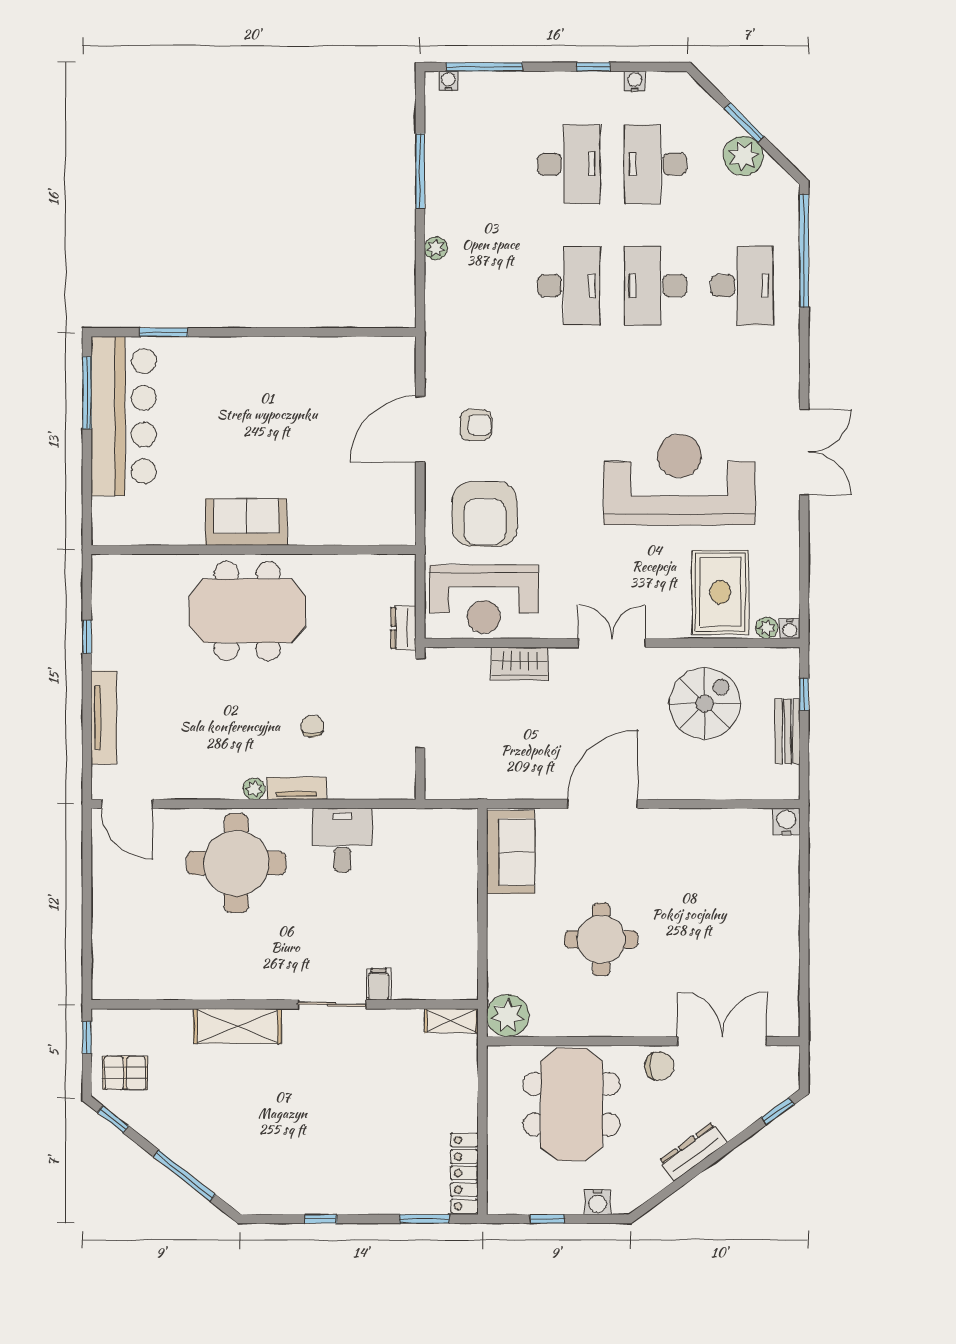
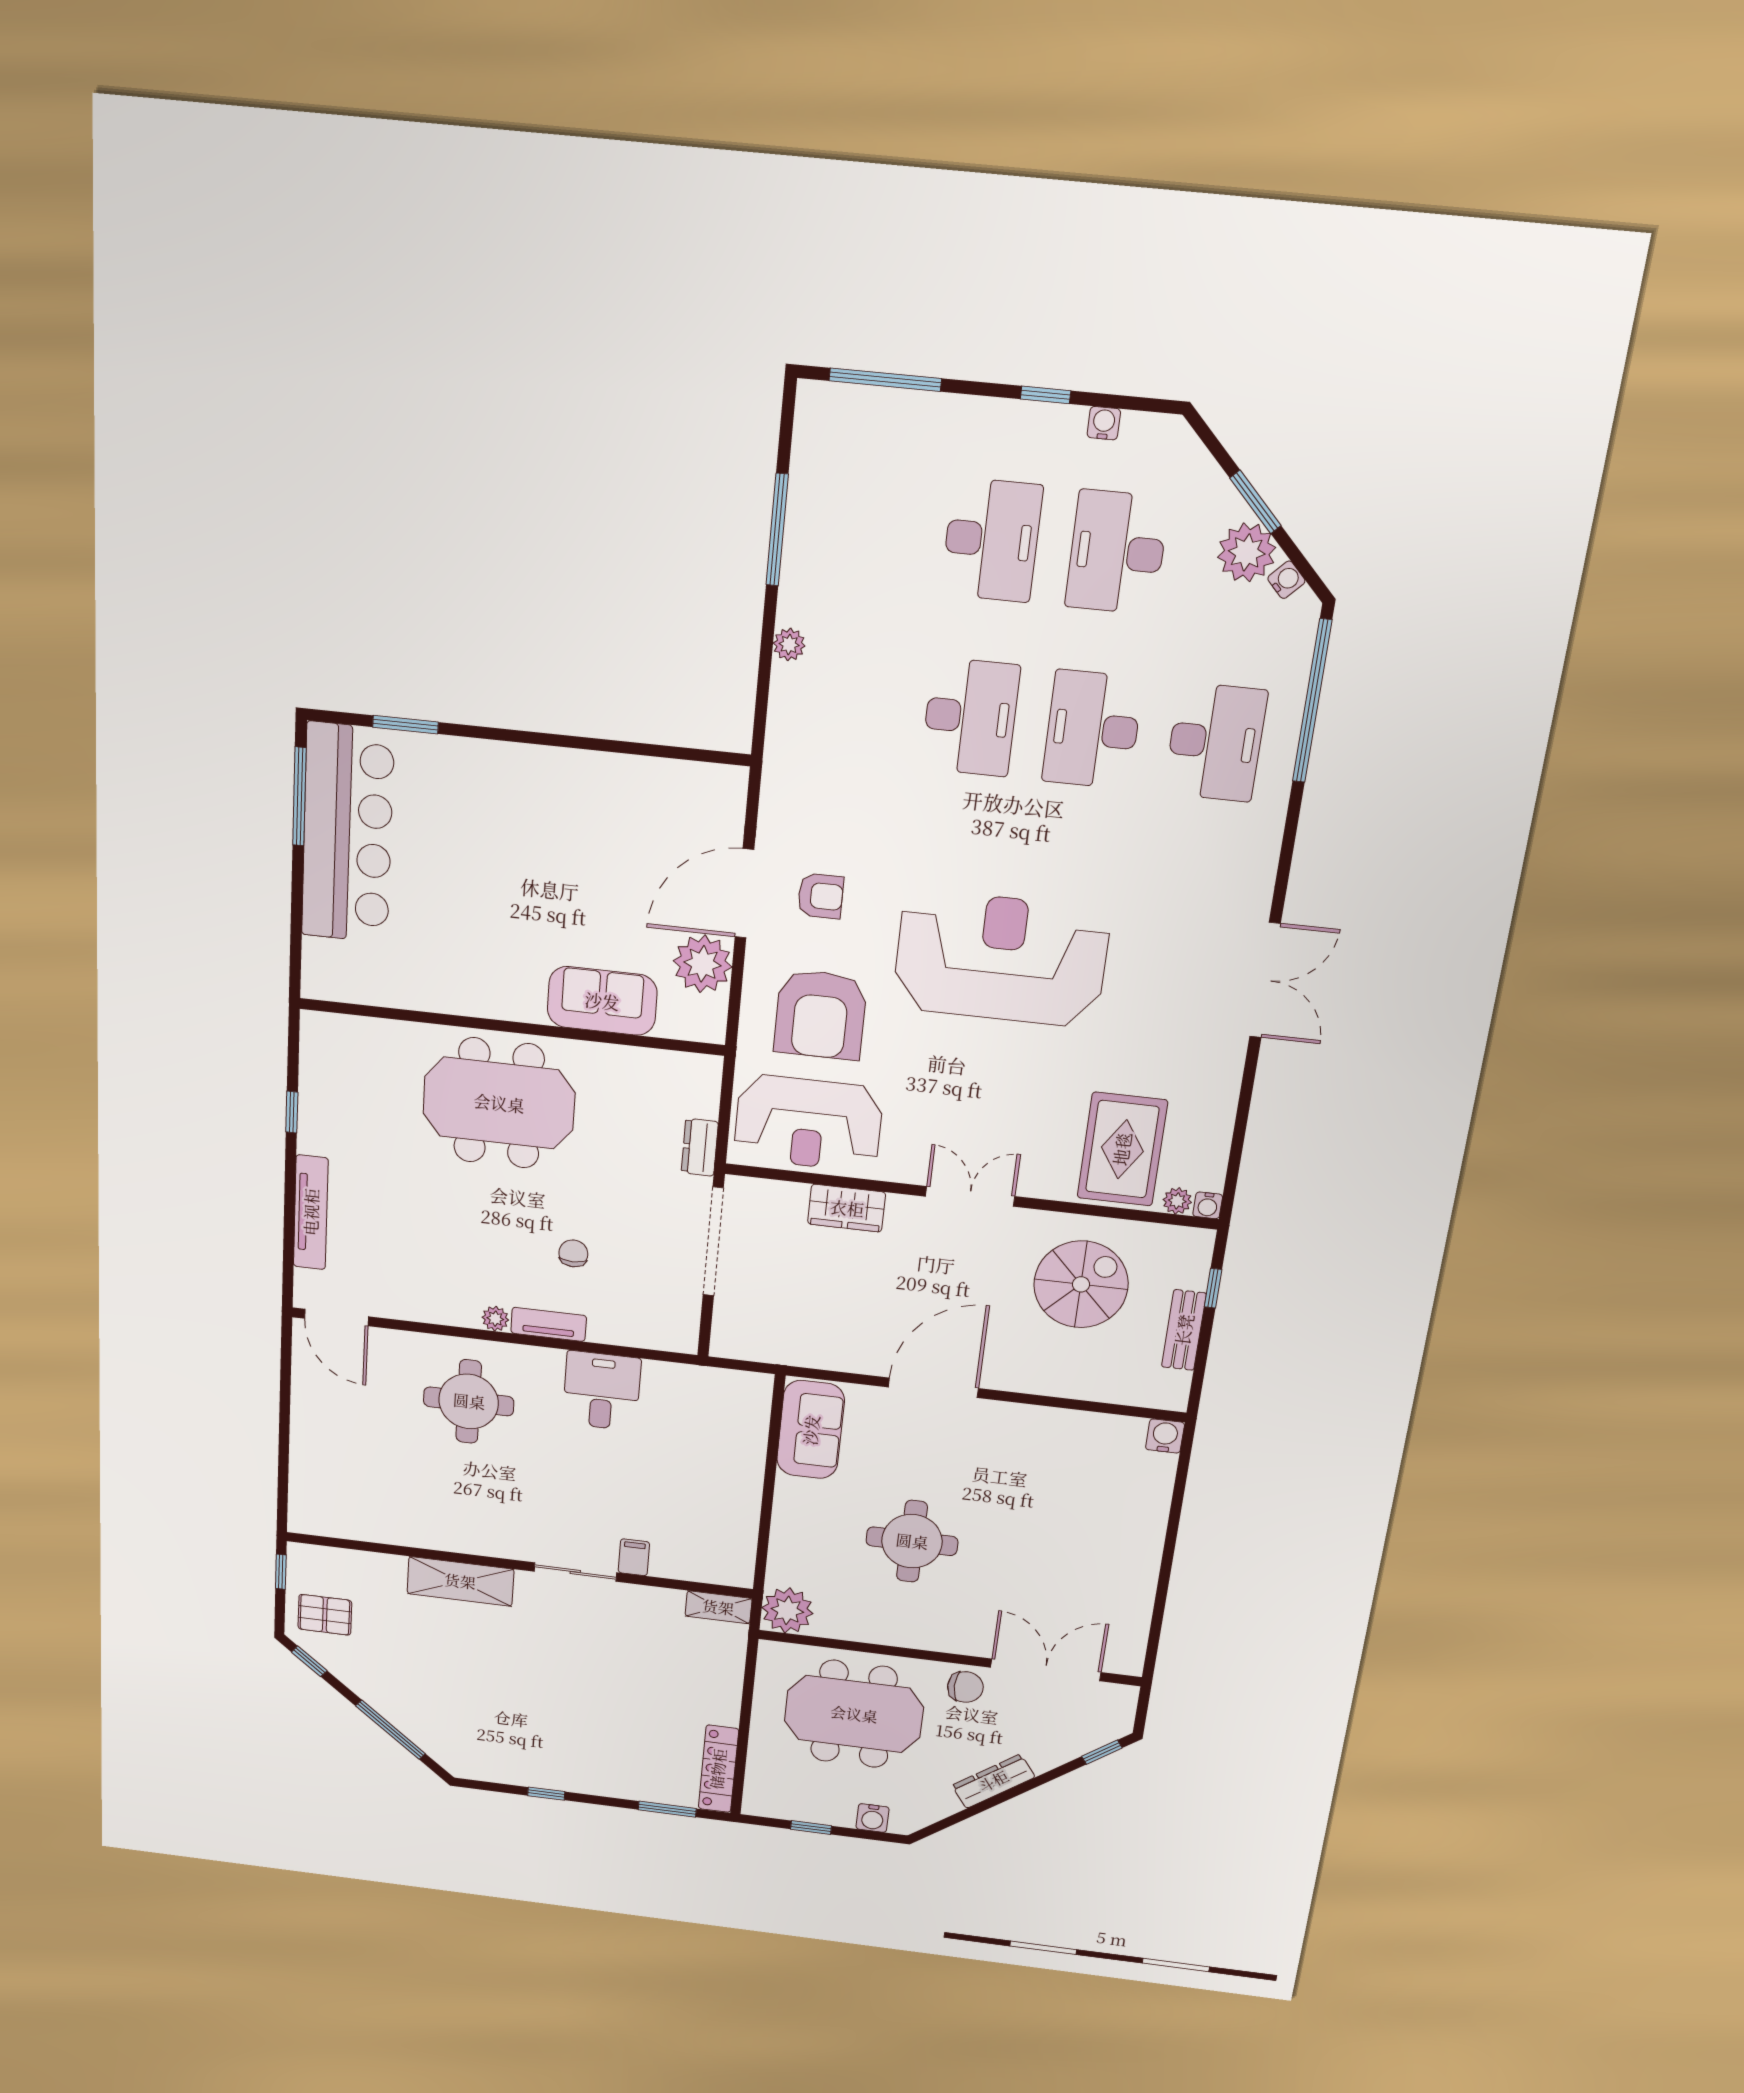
water cooler: (448, 81) -> (1286, 580), moved, turned 45
reception desk: (679, 480) -> (1001, 959), moved
plant: (394, 485) -> (703, 964), added
sofa: (246, 522) -> (602, 1001), moved
round table: (236, 863) -> (469, 1401), width x0.73, depth x0.73
meeting table: (571, 1104) -> (854, 1714), turned 90

